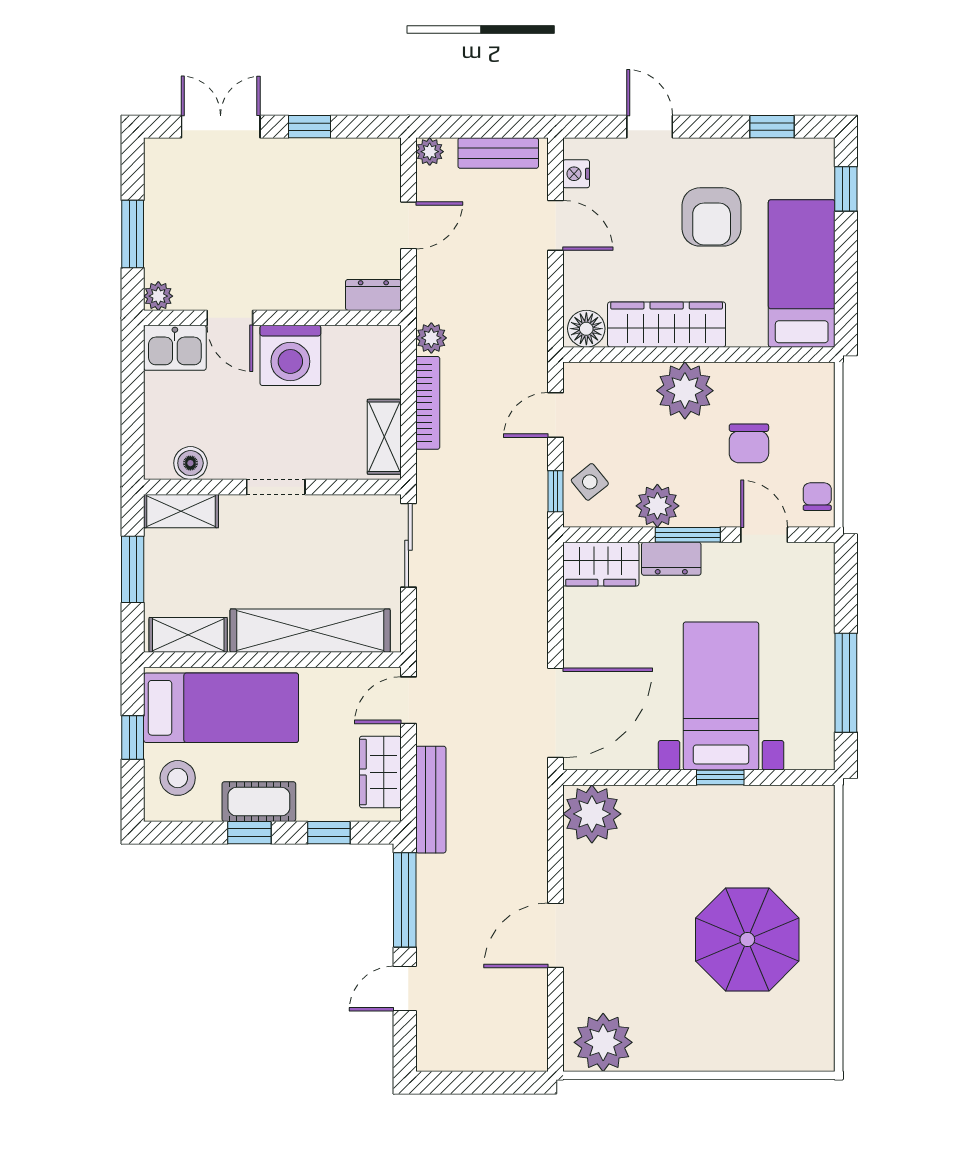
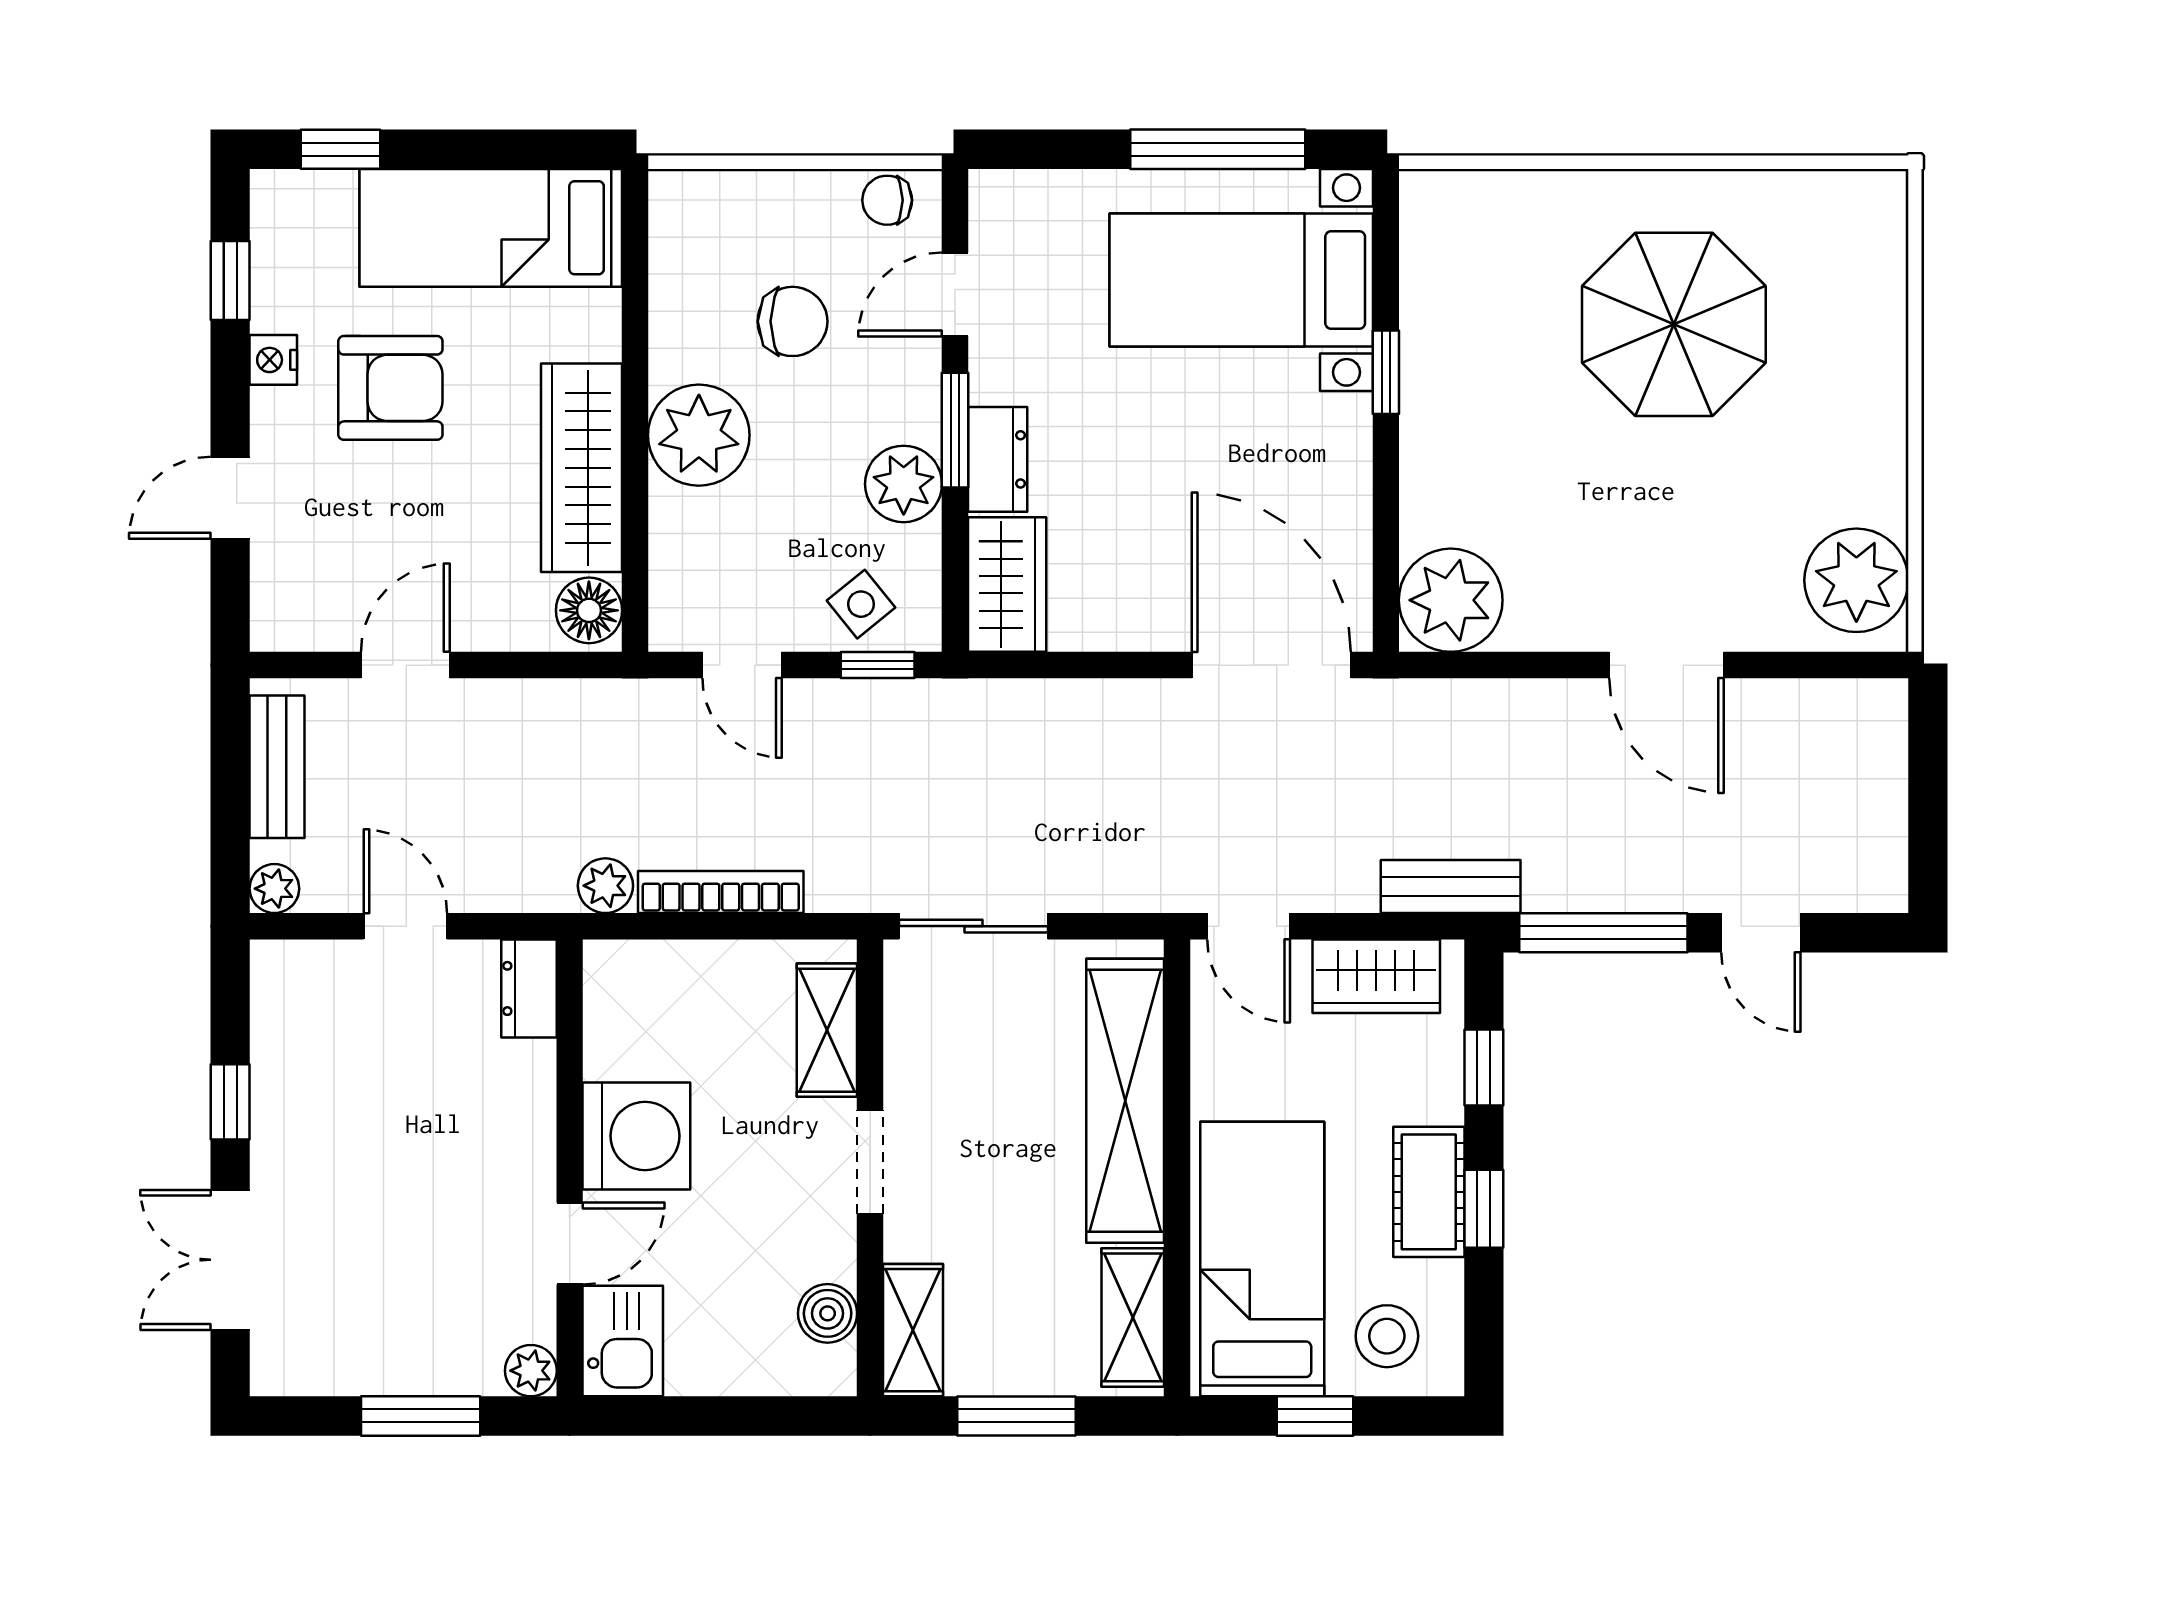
nightstand: (576, 174) -> (273, 360), moved, turned 90
shelving: (384, 437) -> (827, 1030), moved, turned 90
bed with nightstands: (721, 696) -> (1241, 280), moved
bench: (431, 800) -> (1451, 887), width x0.73

